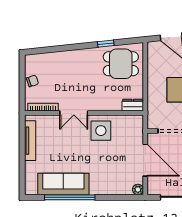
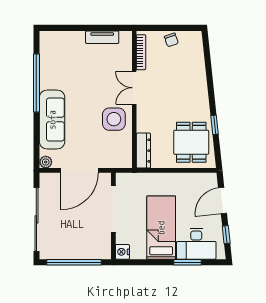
dresser: (133, 105) -> (143, 151), width x1.44
tv unit: (30, 141) -> (102, 37), width x0.71
sofa: (63, 184) -> (52, 120), moved

